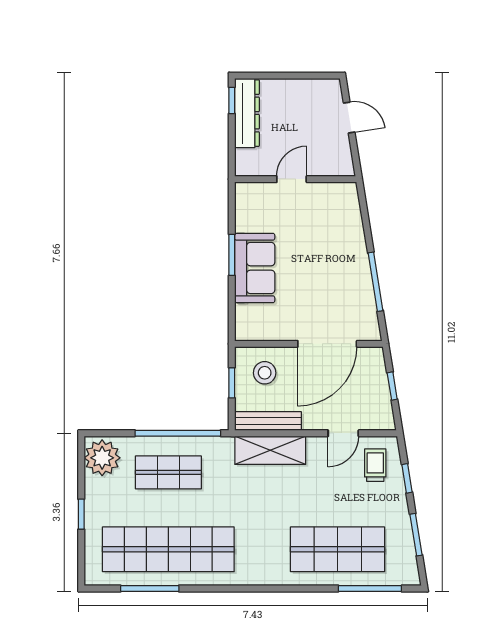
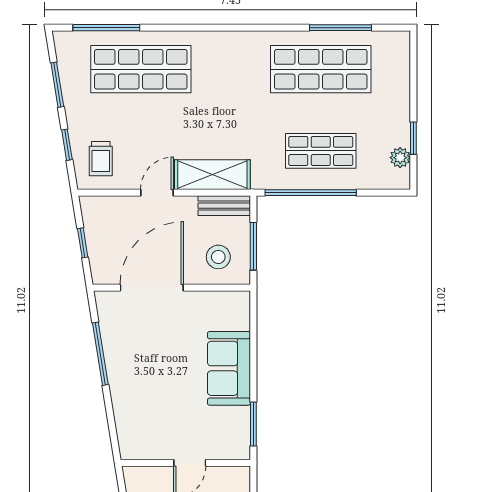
window: (232, 255) -> (253, 424), moved
window: (232, 383) -> (253, 246), width x1.50
bench: (268, 421) -> (224, 206), width x0.73
door: (343, 433) -> (157, 193), moved
plant: (102, 458) -> (400, 158), width x0.53, depth x0.53
window: (81, 514) -> (413, 138), moved
shop shelf: (168, 549) -> (321, 69), width x0.71

